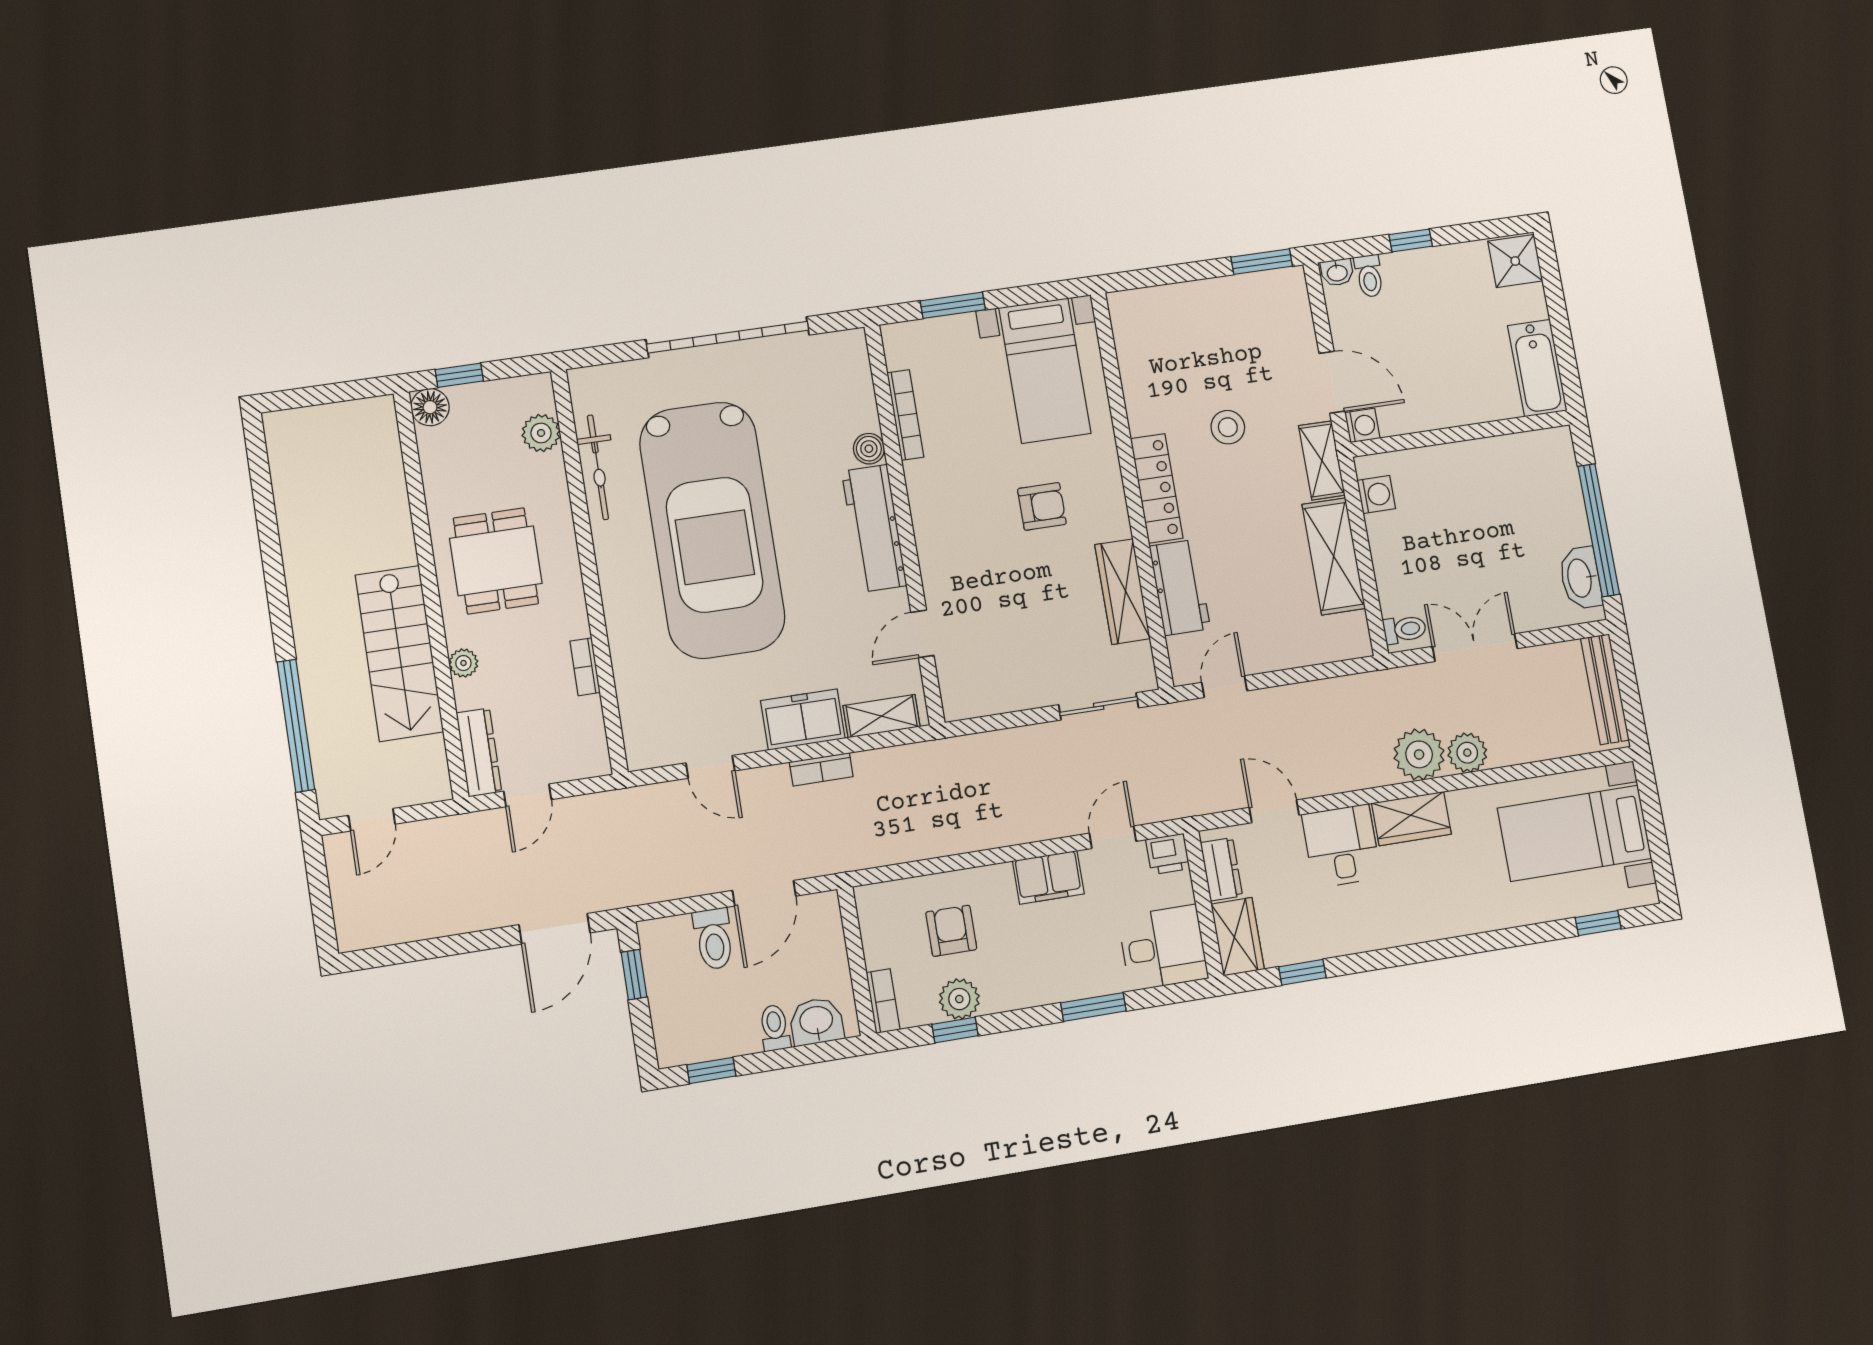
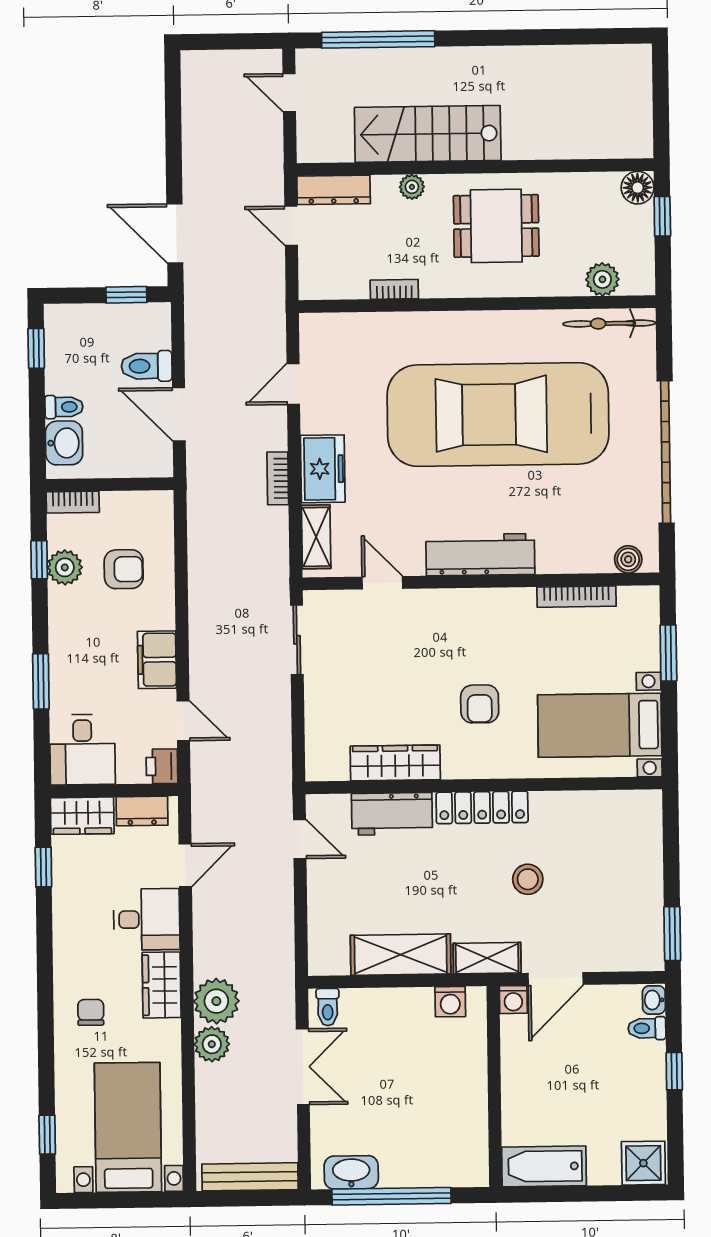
boiler: (869, 449) -> (628, 559), moved
bicycle: (598, 467) -> (609, 323), moved
sliding door: (1099, 706) -> (297, 640), moved
chair: (1455, 894) -> (91, 1012), added

